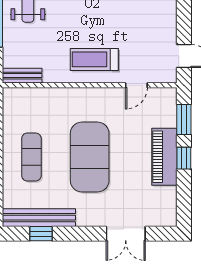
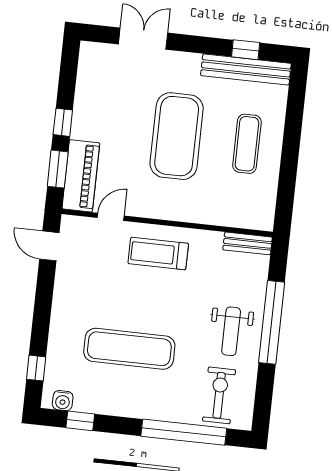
treadmill: (94, 59) -> (158, 253), turned 180
piano: (164, 157) -> (81, 176), moved

